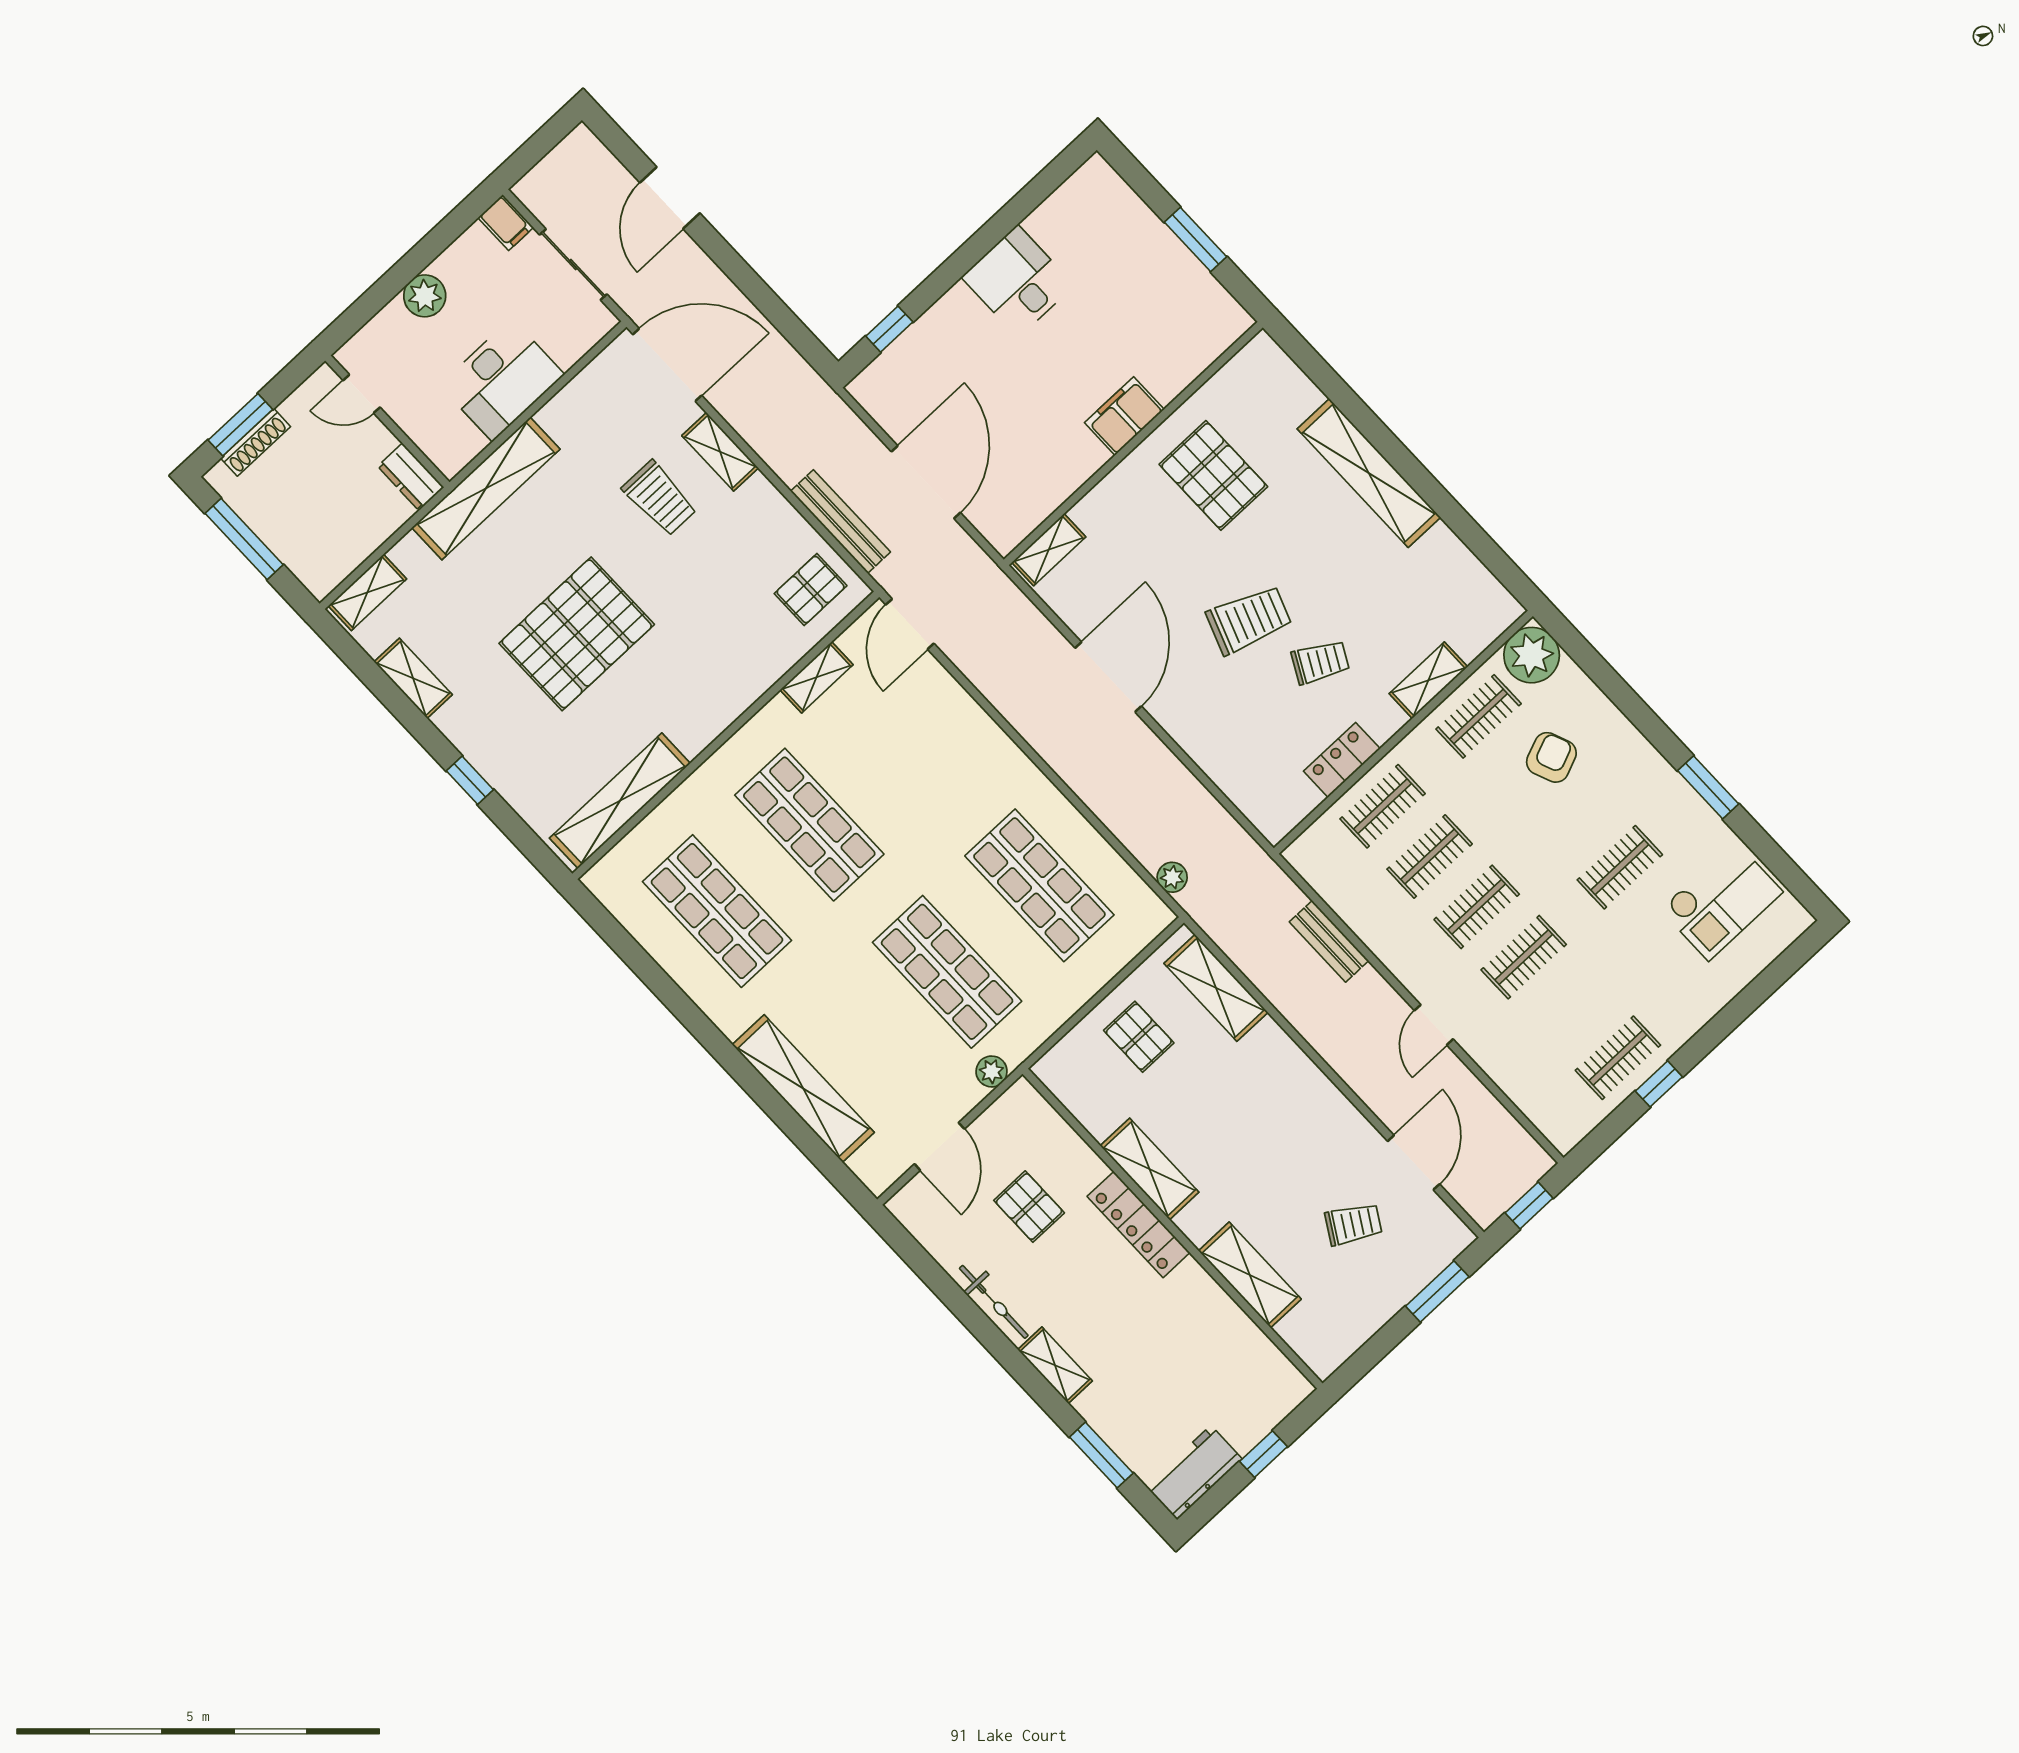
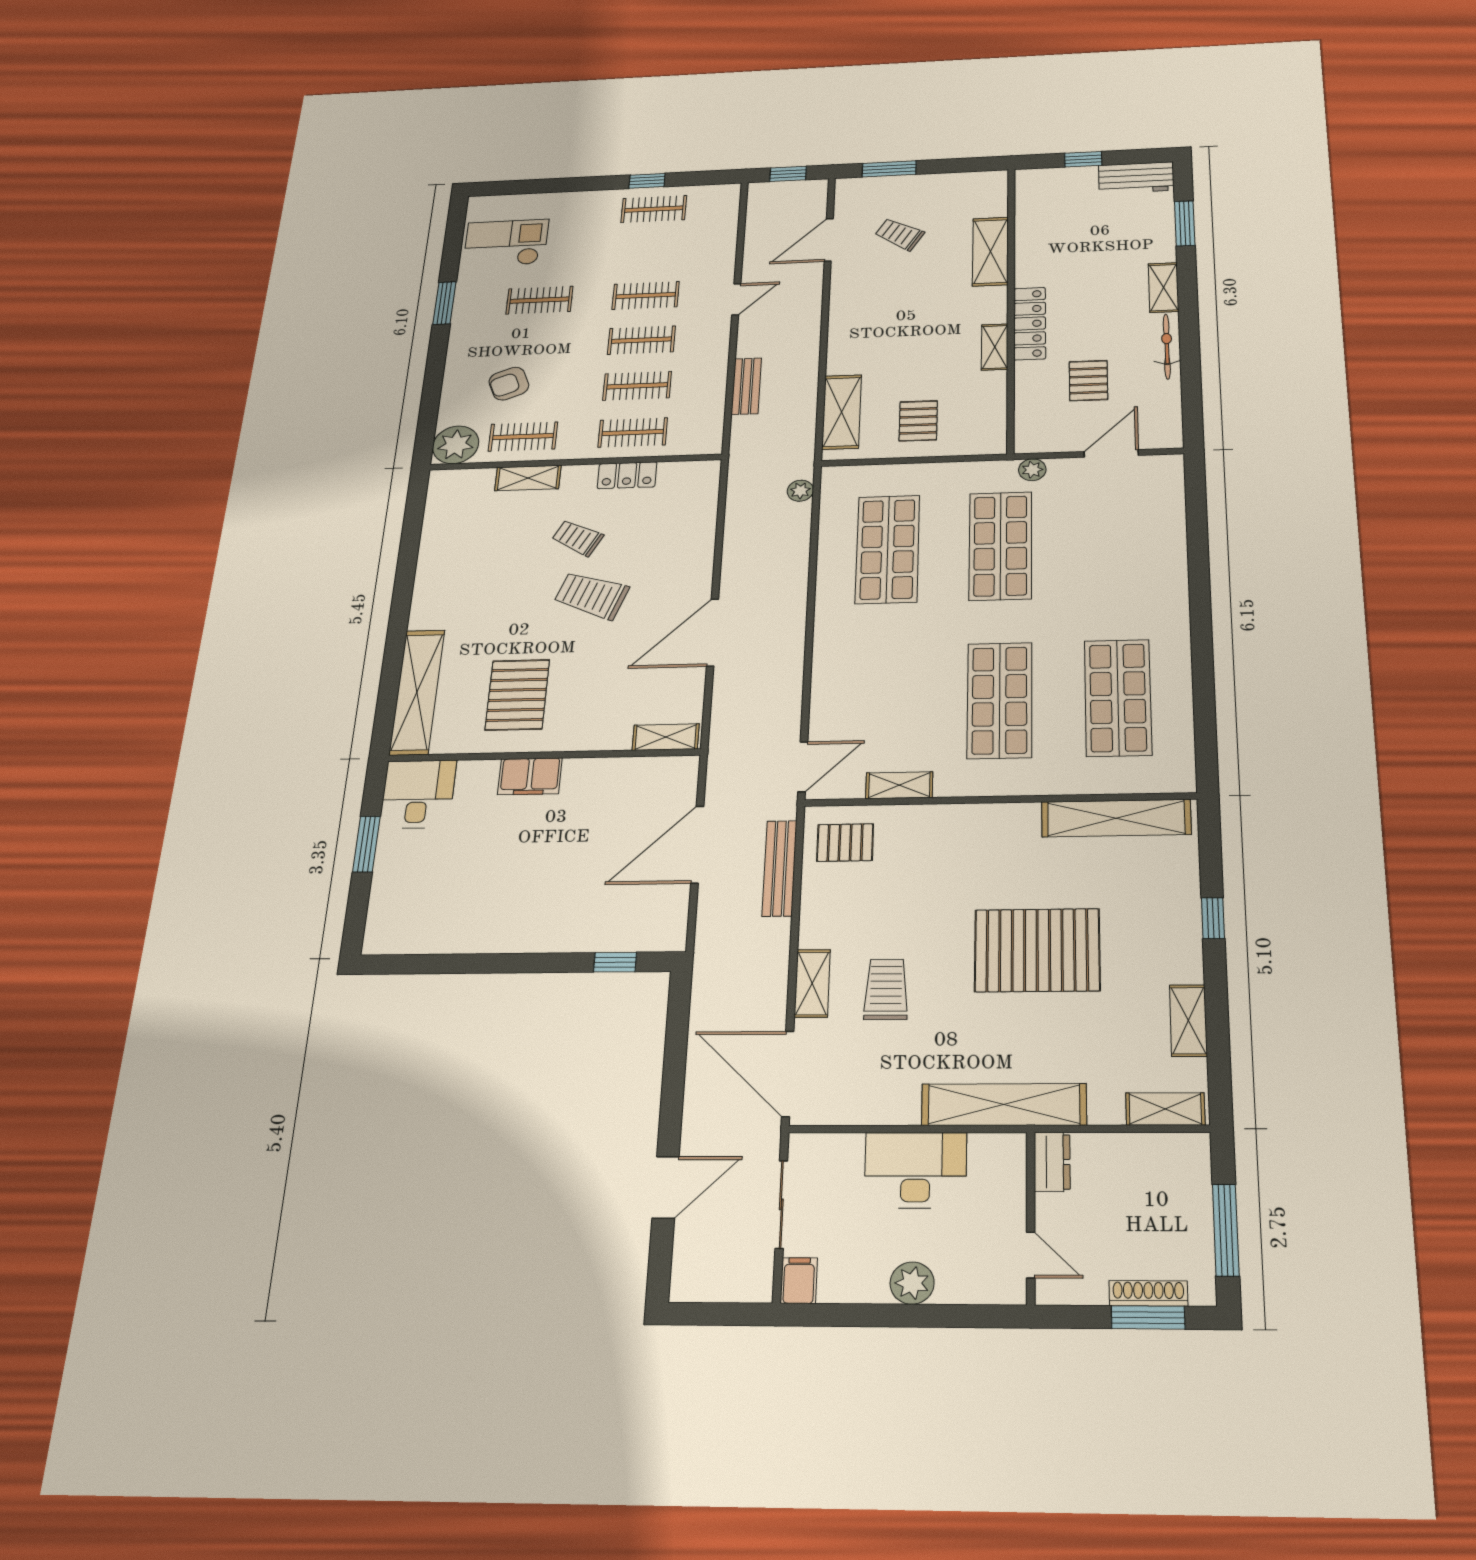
desk: (1018, 281) -> (418, 794), moved, turned 180
shelving: (1369, 473) -> (417, 692), moved
shelving: (803, 1088) -> (1168, 550), removed
shelving: (1149, 1169) -> (995, 347), width x0.67, depth x0.75

